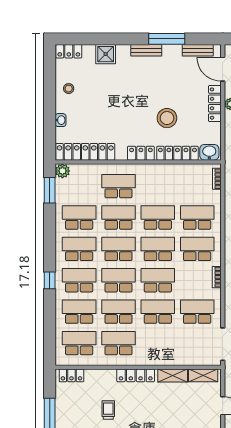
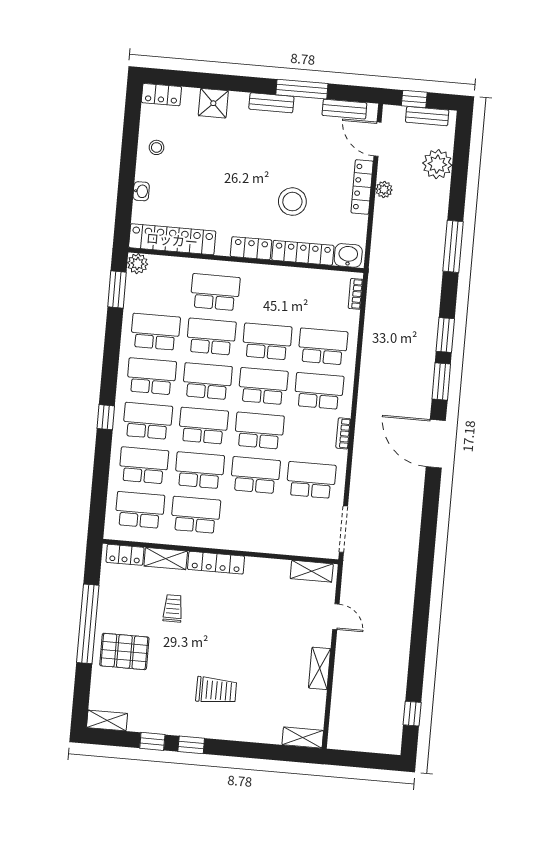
shelving: (173, 376) -> (166, 559), moved

